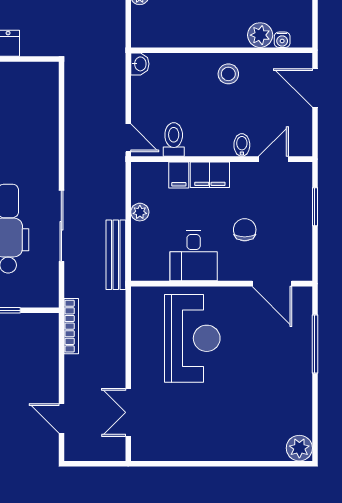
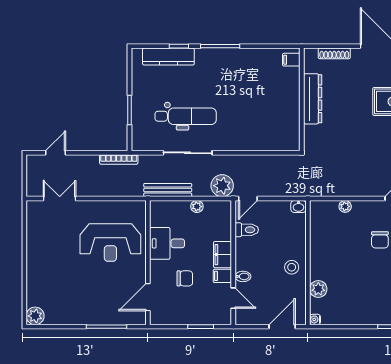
water cooler: (282, 40) -> (315, 319), moved
plant: (109, 175) -> (222, 186), added
filing cabinet: (179, 175) -> (222, 276), moved

